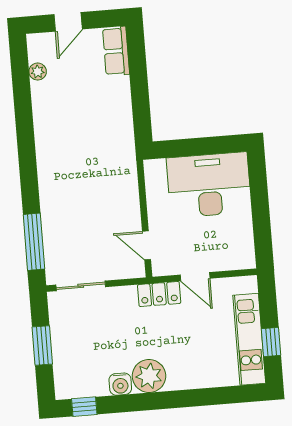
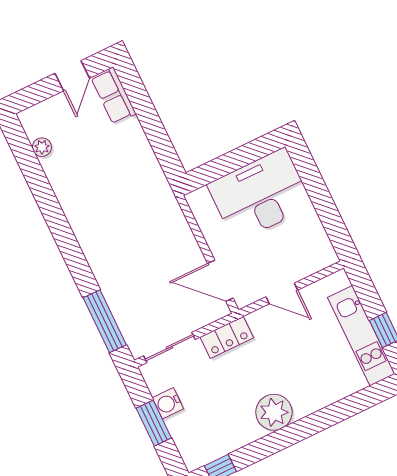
door: (68, 22) -> (72, 76), moved
door: (147, 245) -> (220, 281), width x1.38
locker: (159, 294) -> (227, 337), moved
water cooler: (120, 384) -> (168, 403), moved, turned 90

